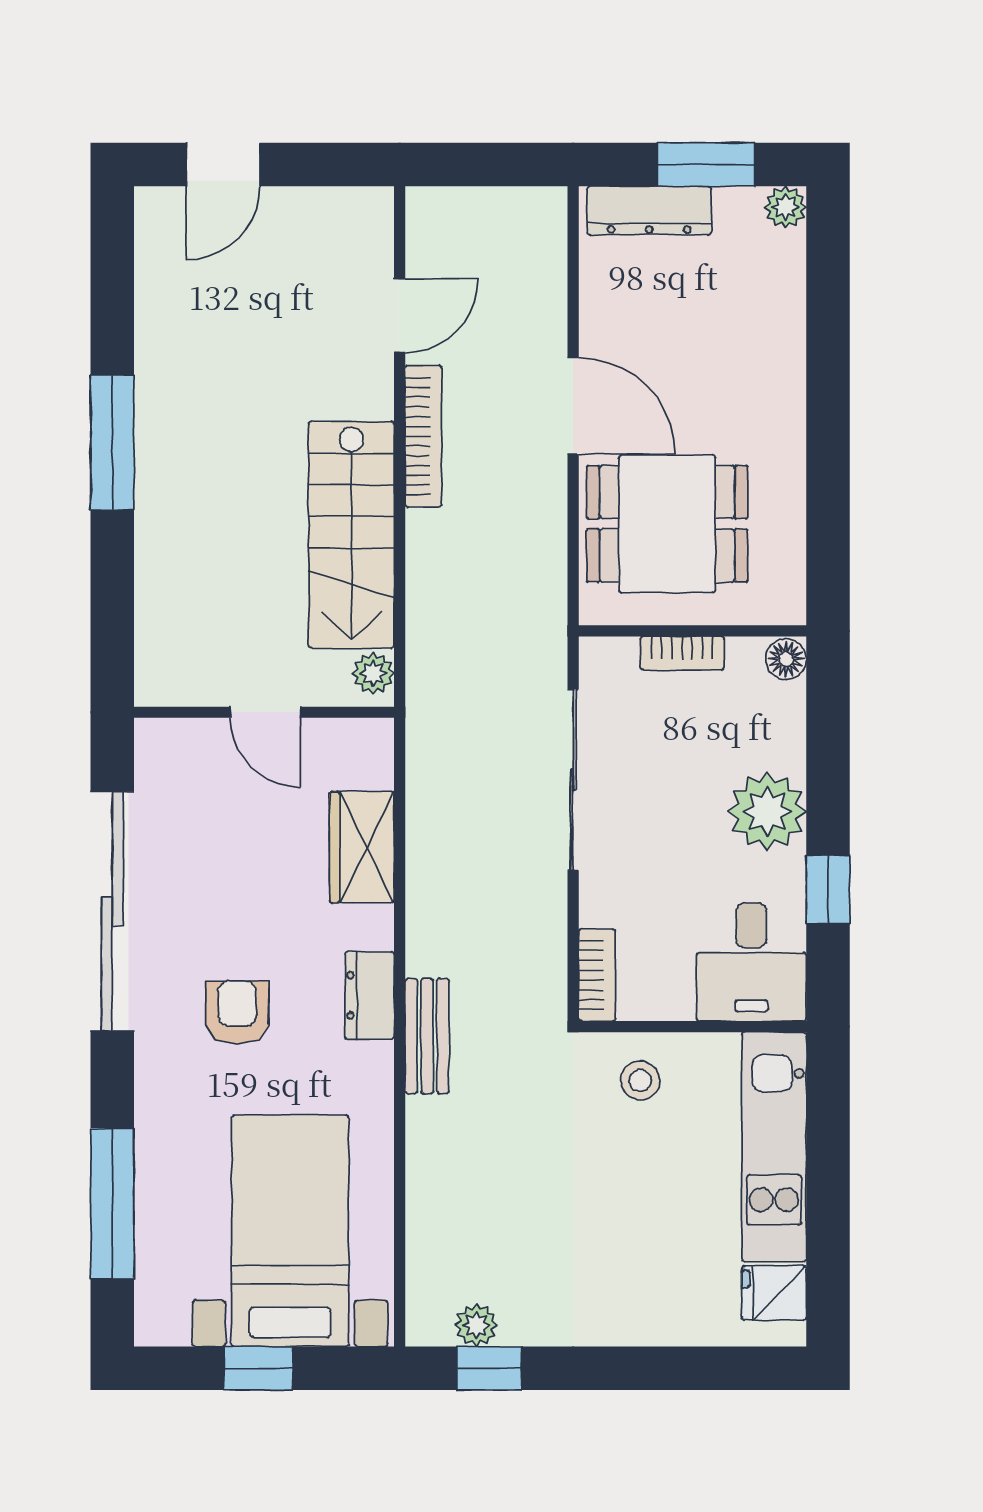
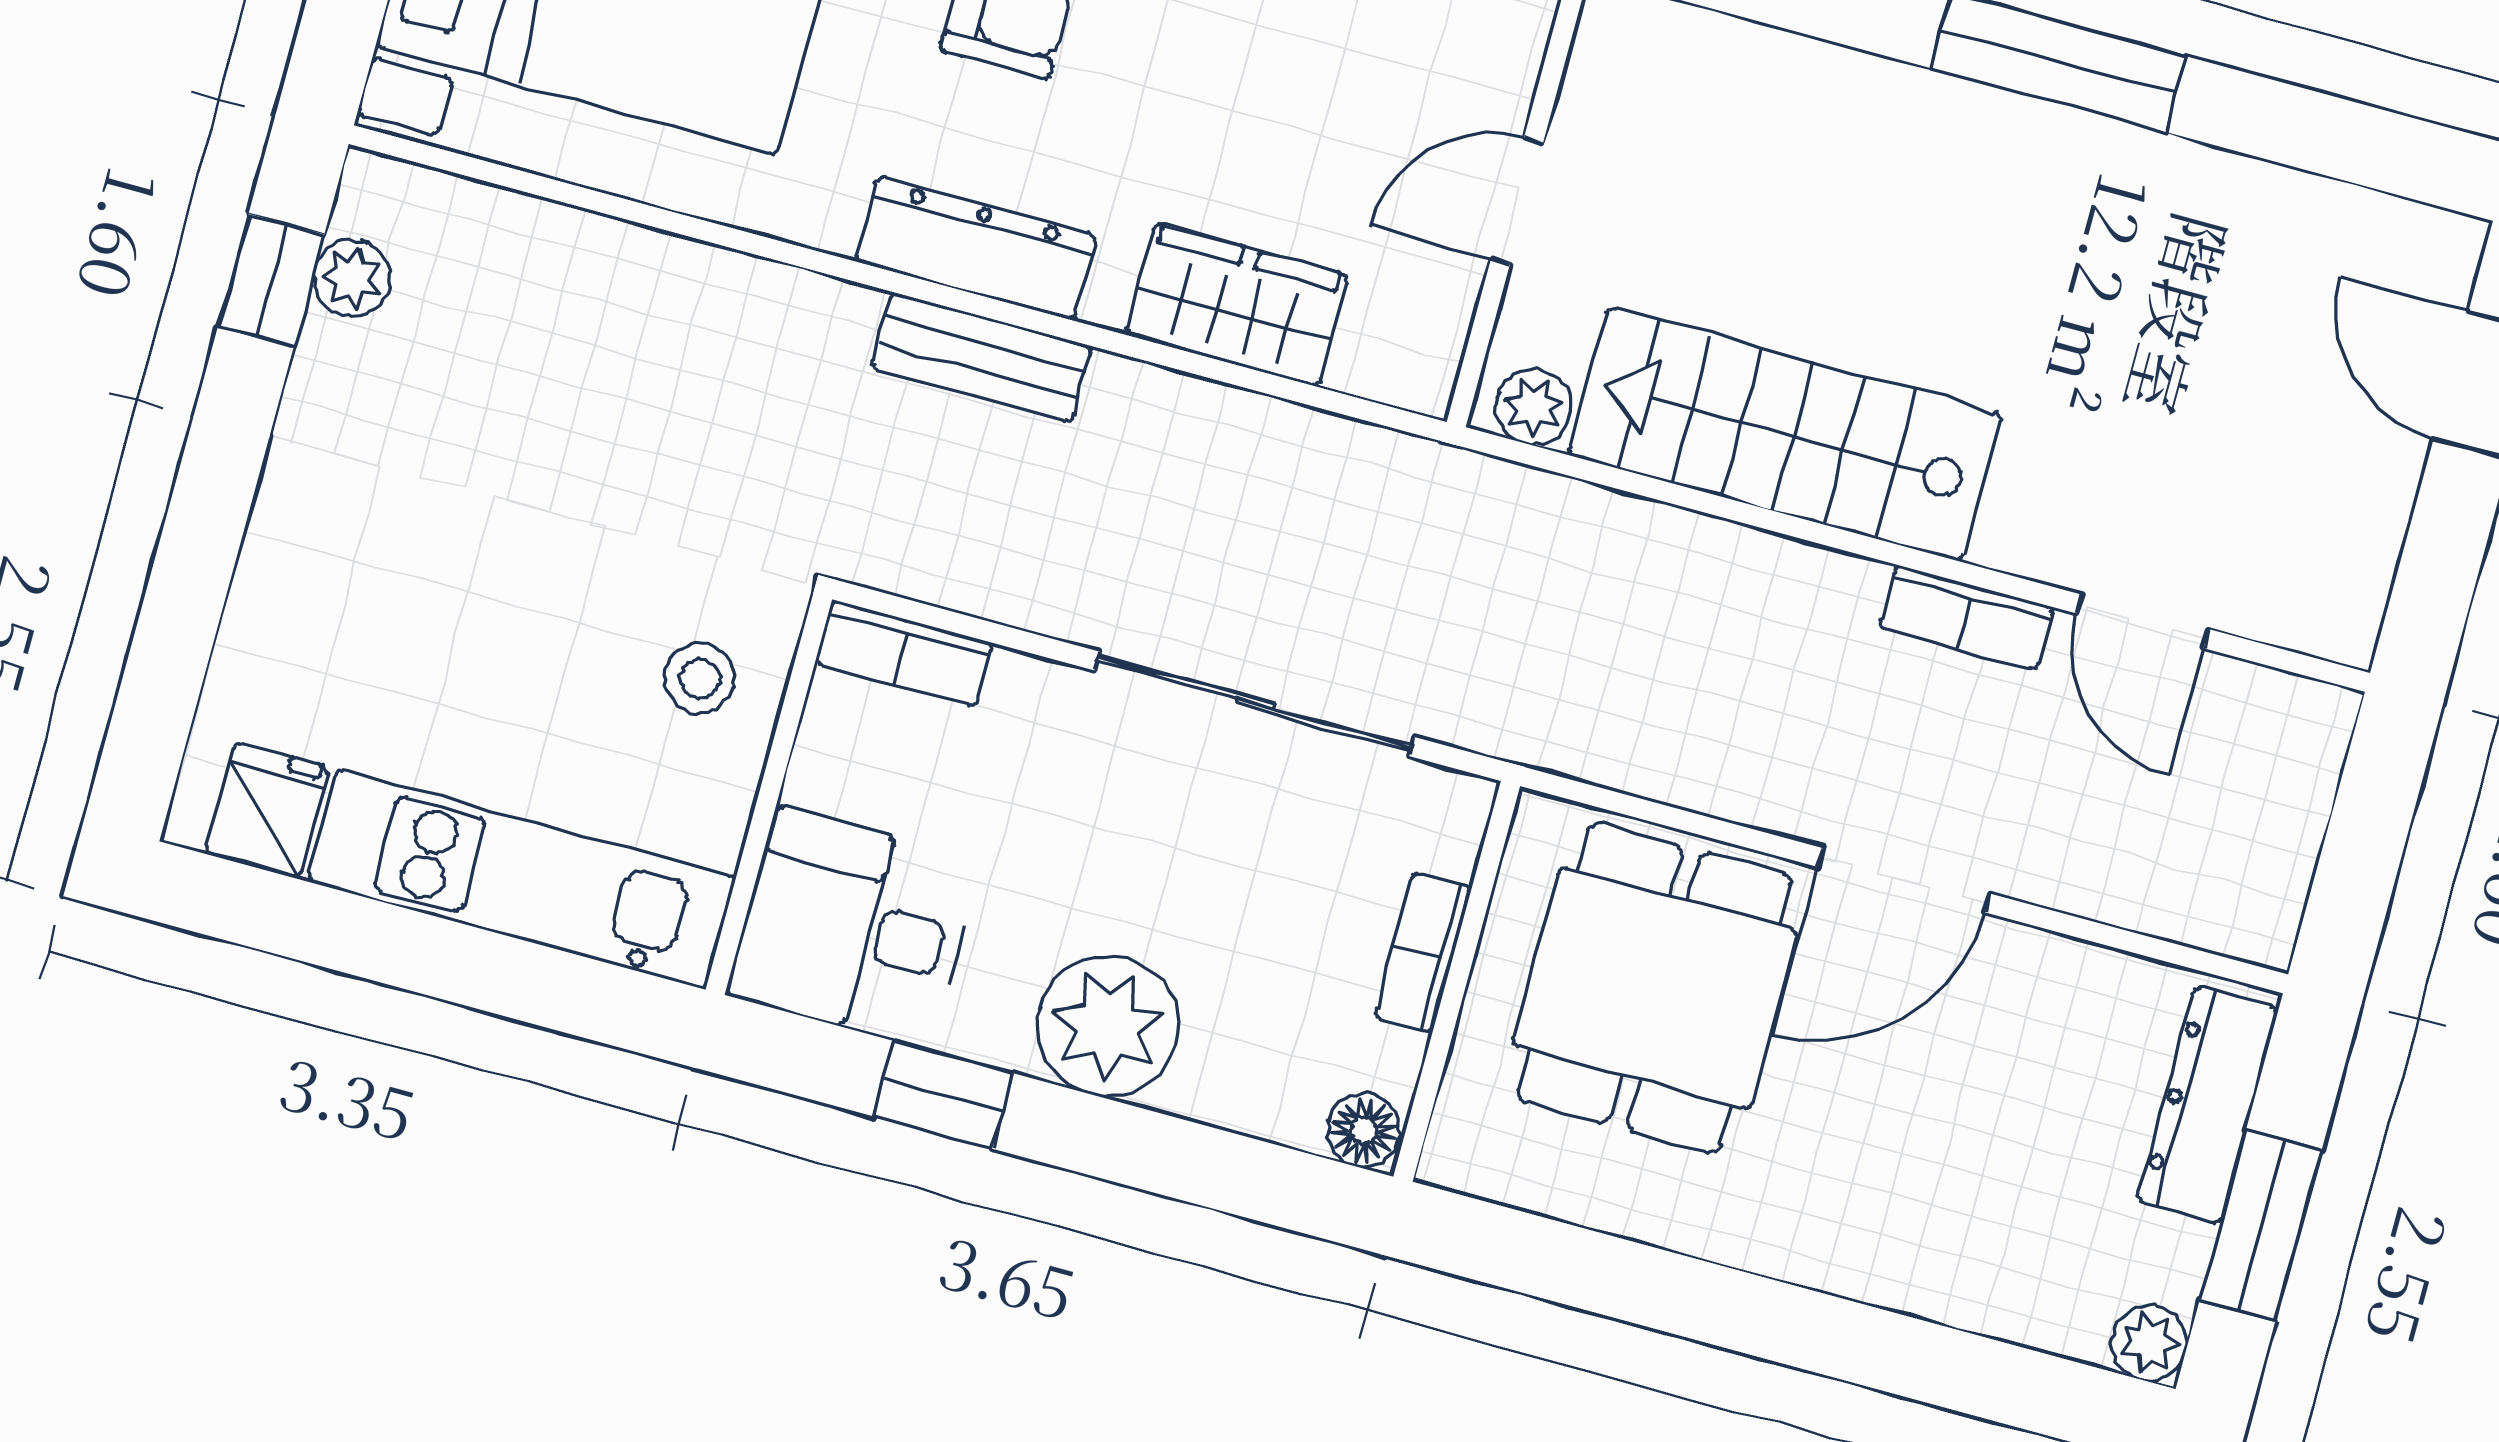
bookcase: (423, 436) -> (1966, 617), width x0.64
dresser: (370, 995) -> (976, 248), width x1.44
bench: (427, 1036) -> (981, 357), moved

